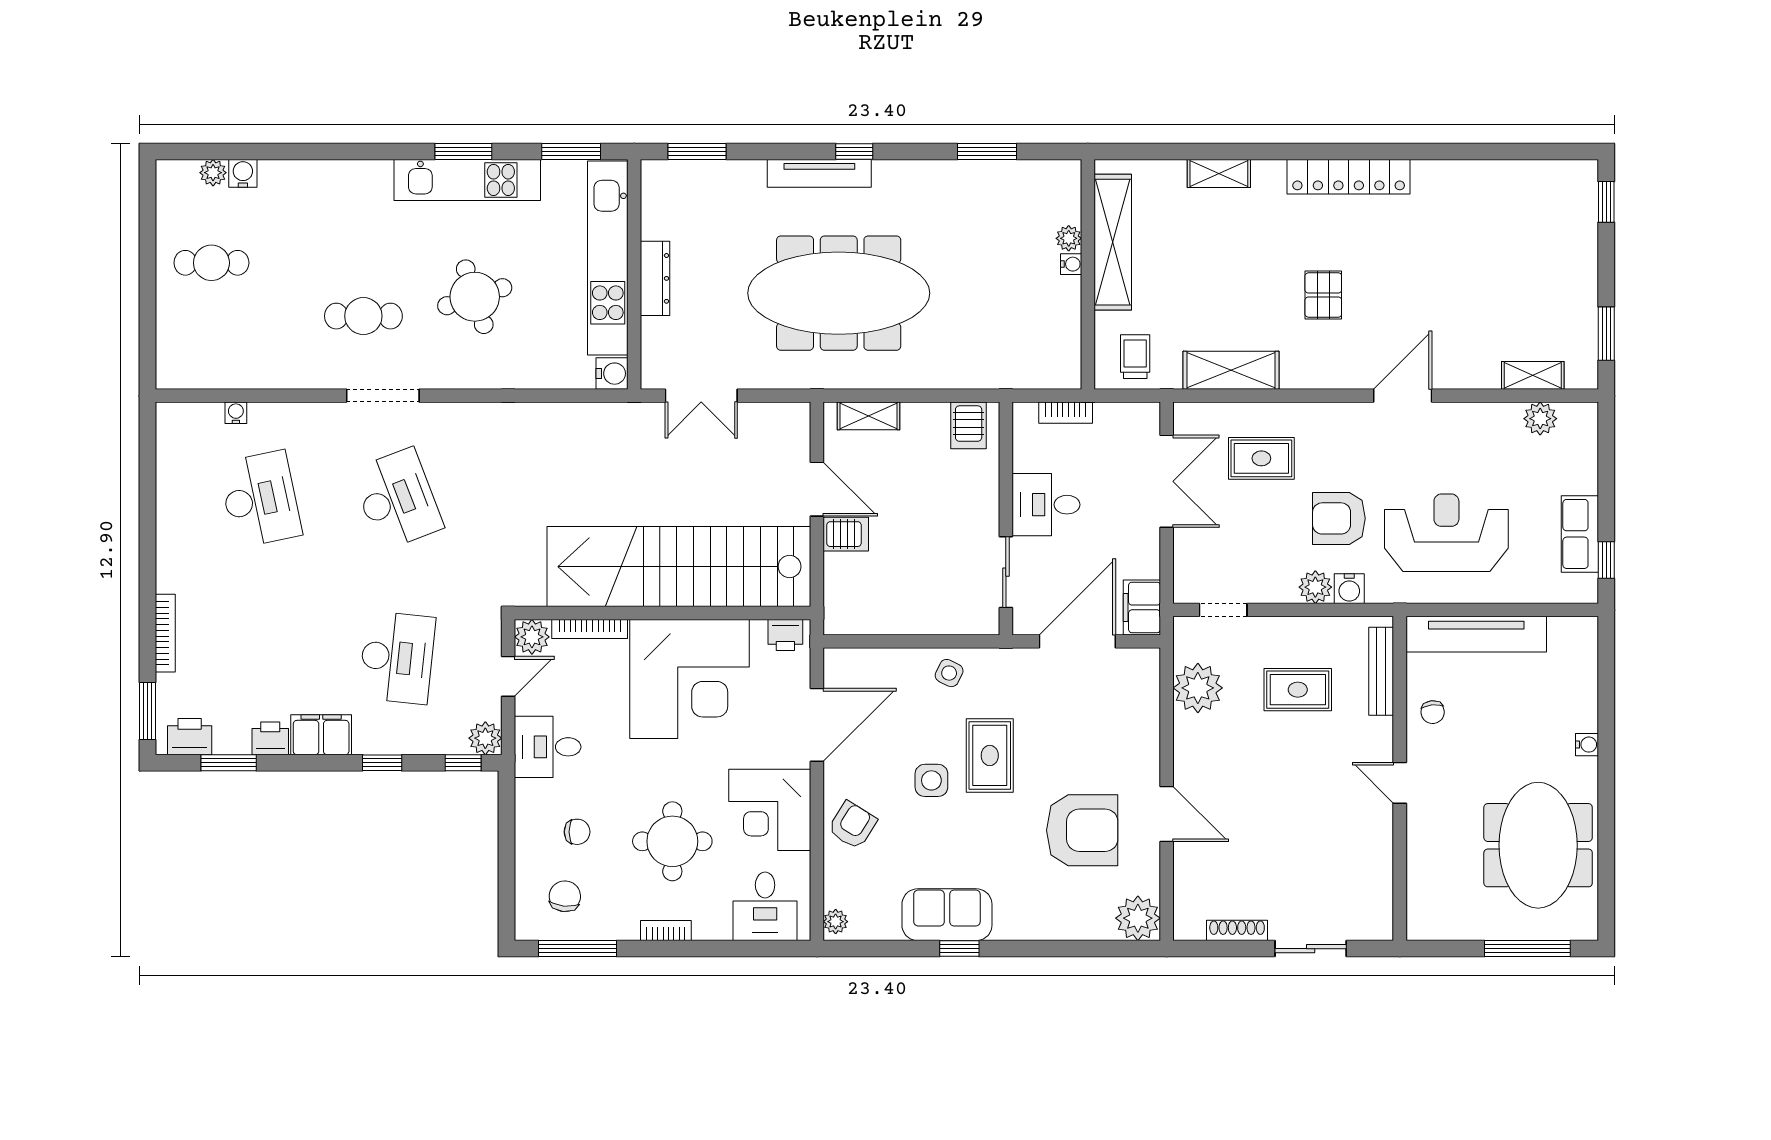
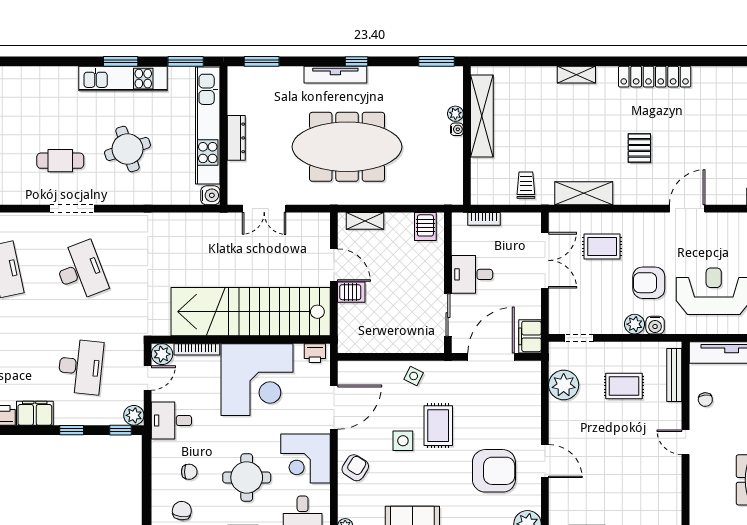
plant: (1069, 238) -> (455, 114), moved
shelving: (1113, 242) -> (482, 116), moved
water cooler: (1071, 264) -> (457, 129), moved
wall: (1088, 274) -> (467, 135), moved

